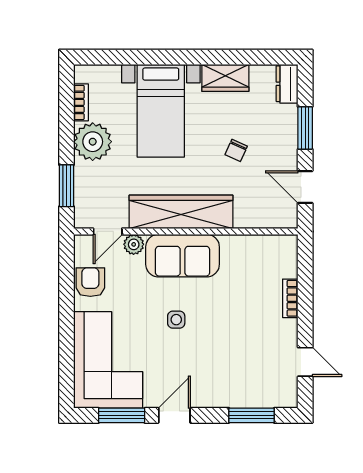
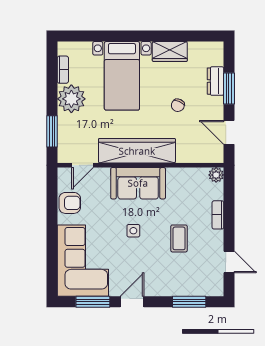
dresser: (287, 84) -> (215, 81), moved
plant: (134, 244) -> (216, 175), moved
armchair: (90, 282) -> (70, 203), turned 90
coffee table: (238, 330) -> (179, 238), added

